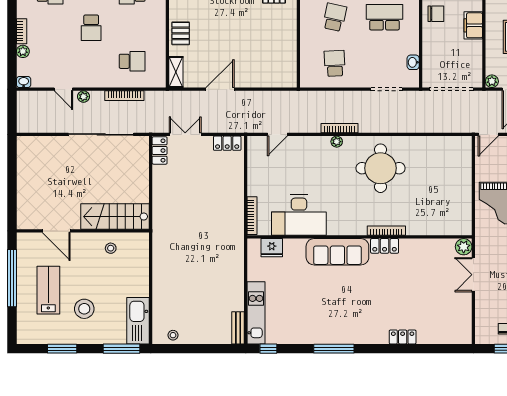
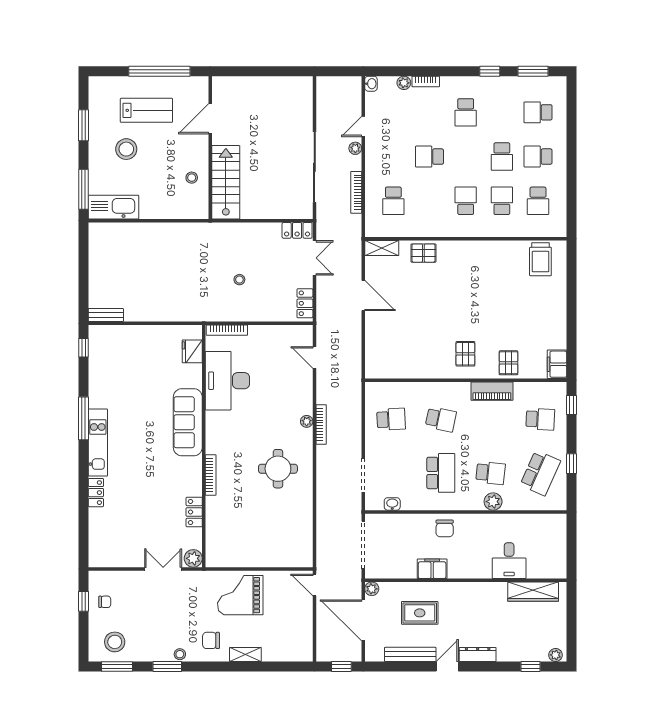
round table: (381, 168) -> (278, 469), width x0.73, depth x0.73
locker: (385, 246) -> (194, 512), moved
kitchen unit: (256, 313) -> (98, 443), moved, turned -90
stool: (173, 335) -> (239, 280), moved

